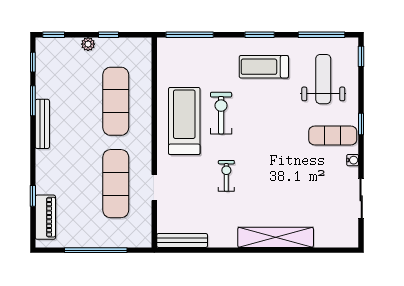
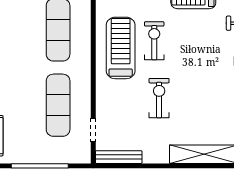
exercise bike: (226, 176) -> (159, 98), width x1.38, depth x1.39
doorway: (154, 188) -> (93, 130), moved

